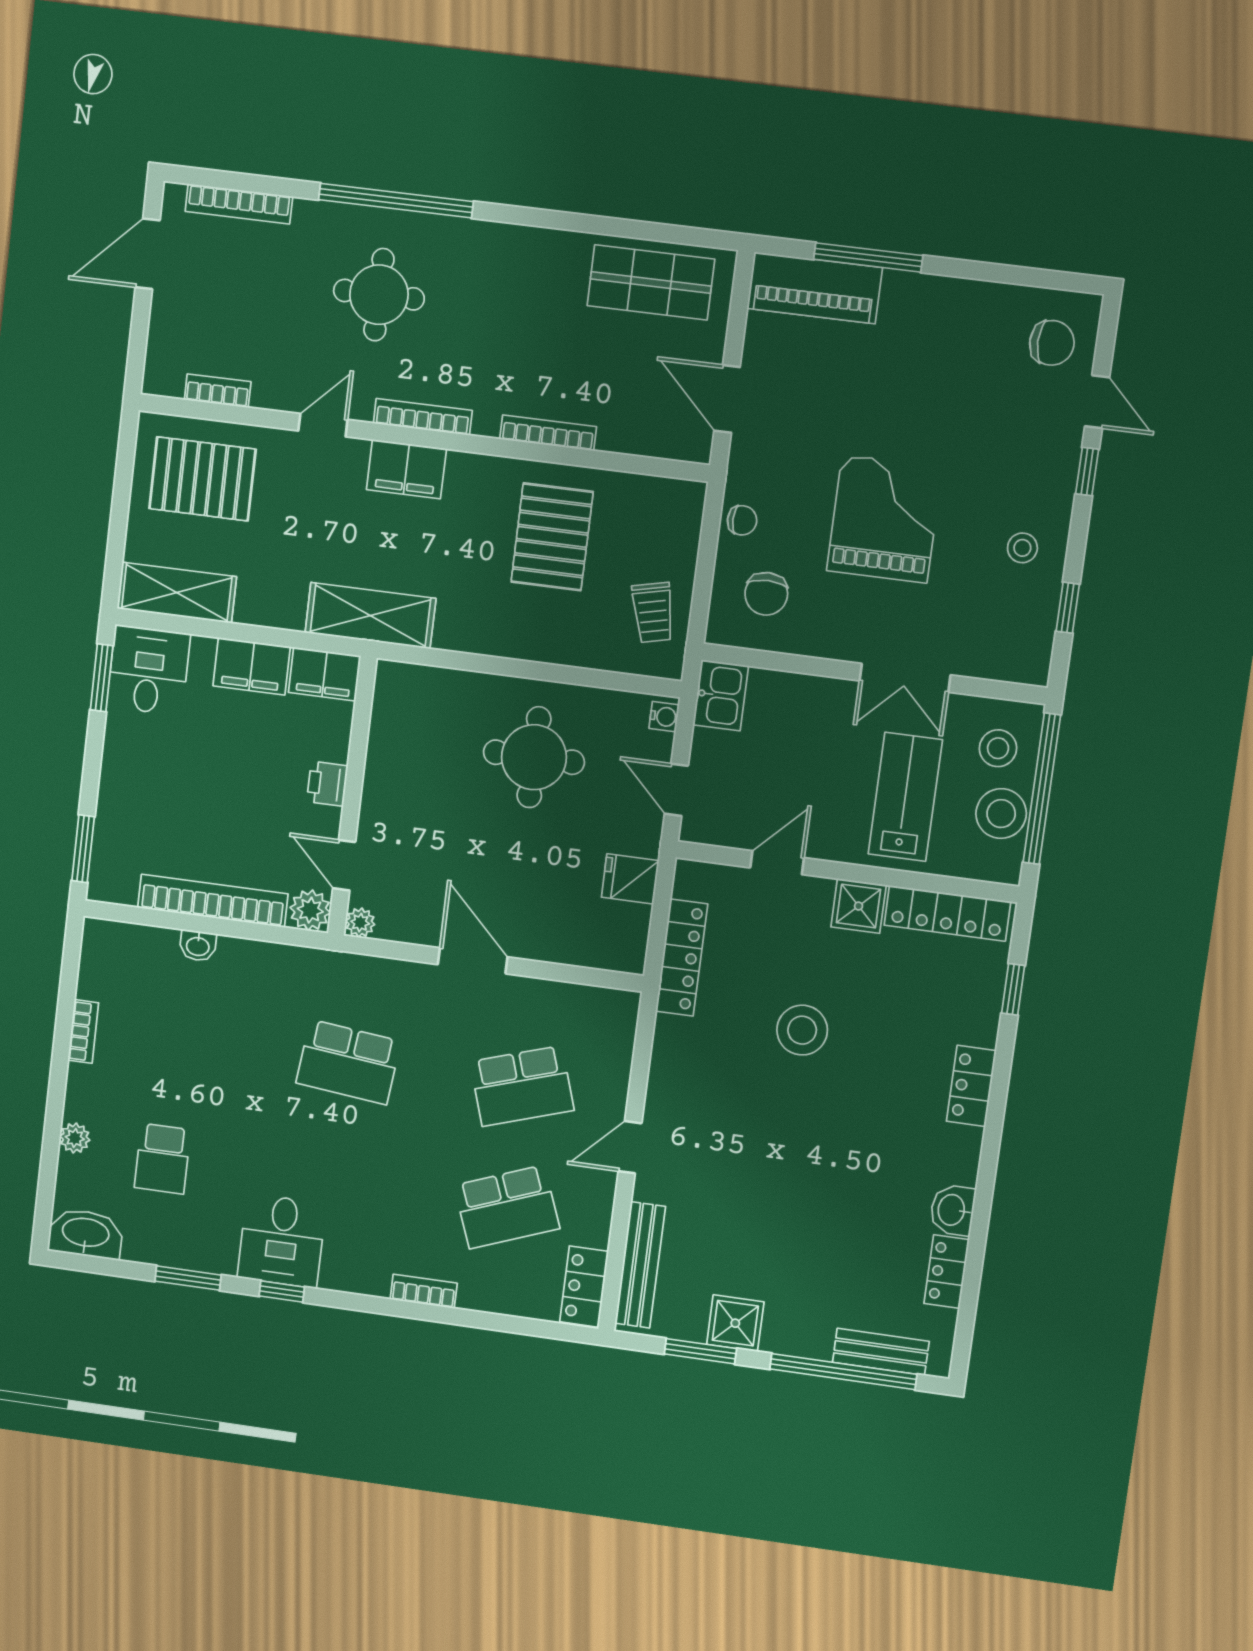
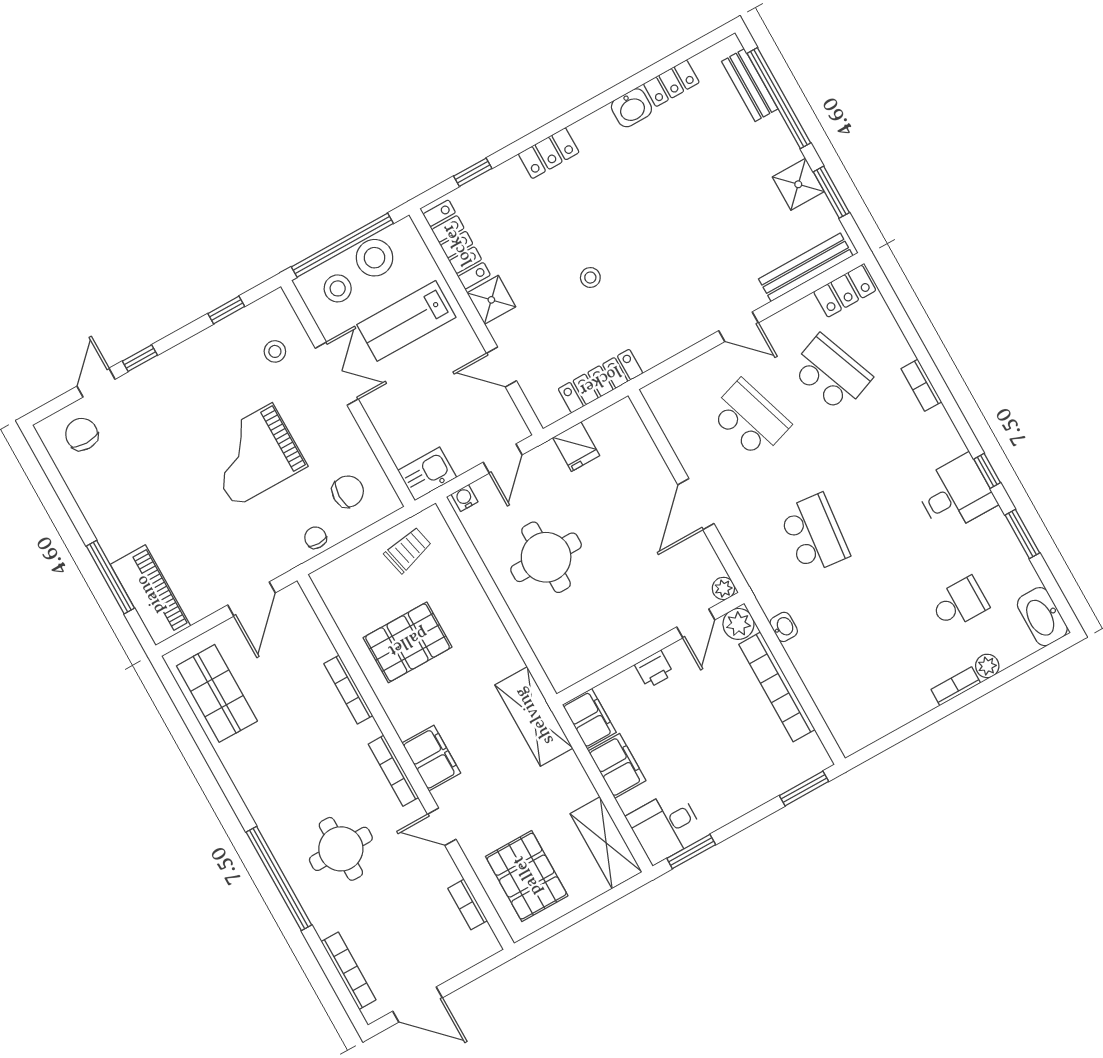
stool: (1022, 548) -> (275, 351), moved
washbasin: (198, 946) -> (784, 627), moved
stool: (802, 1030) -> (590, 278), width x0.53, depth x0.53
bookcase: (83, 1031) -> (956, 686), moved

